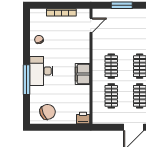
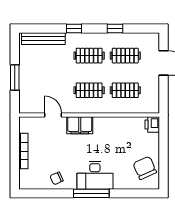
door: (91, 25) -> (53, 115), moved
filing cabinet: (82, 74) -> (80, 125), moved
window: (27, 80) -> (91, 193), moved

